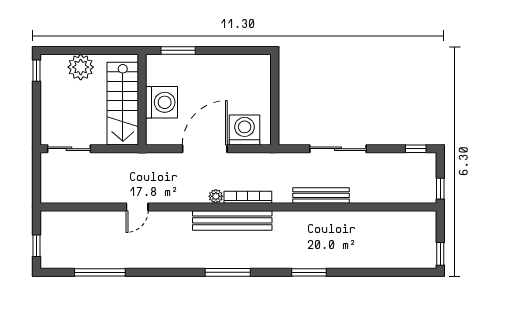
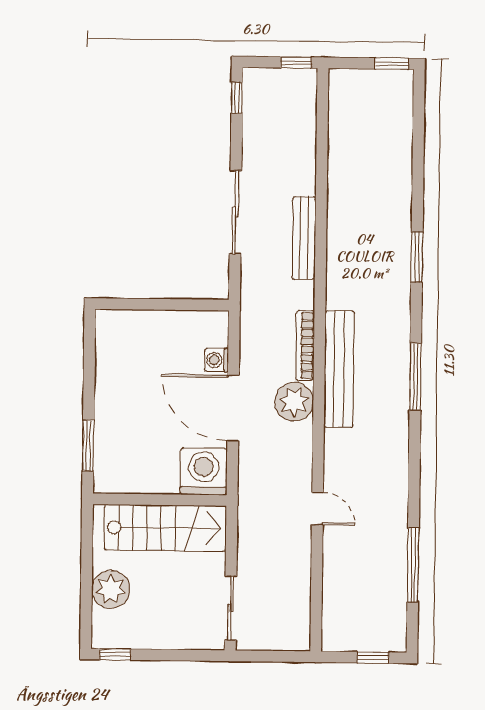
washing machine: (161, 102) -> (204, 472), moved
washing machine: (245, 130) -> (217, 360), width x0.53, depth x0.53
plant: (216, 196) -> (294, 402), width x1.88, depth x1.88

